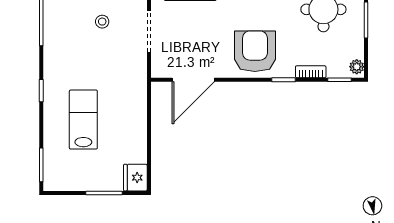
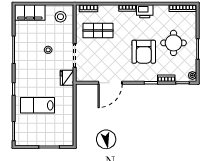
armchair: (255, 51) -> (144, 52), moved, turned 180
door: (193, 80) -> (110, 83), moved
lab bench: (83, 120) -> (37, 105), turned -90
fridge: (135, 178) -> (67, 78), moved

